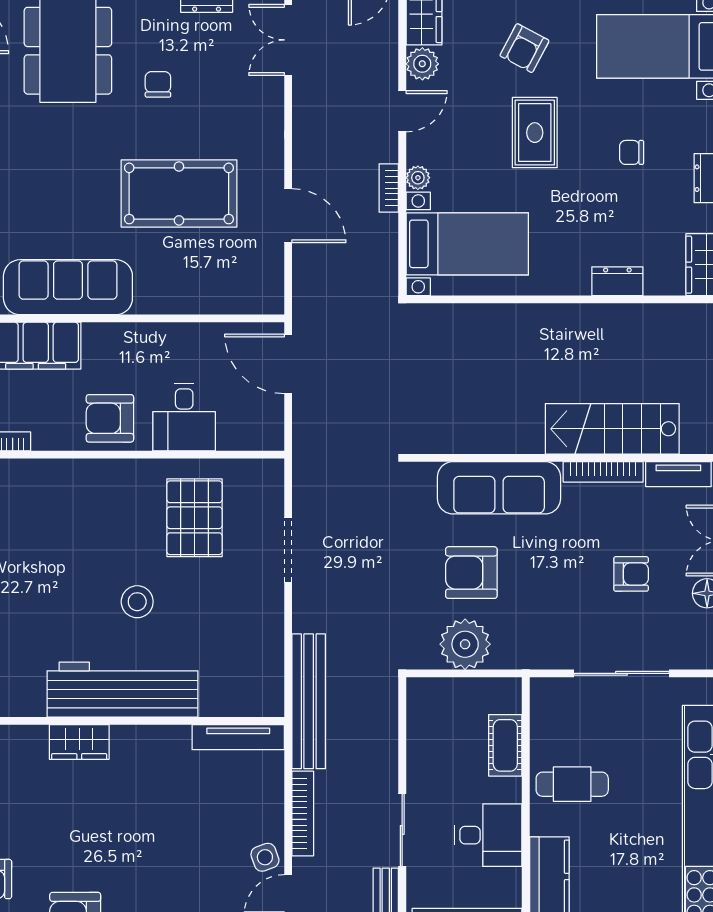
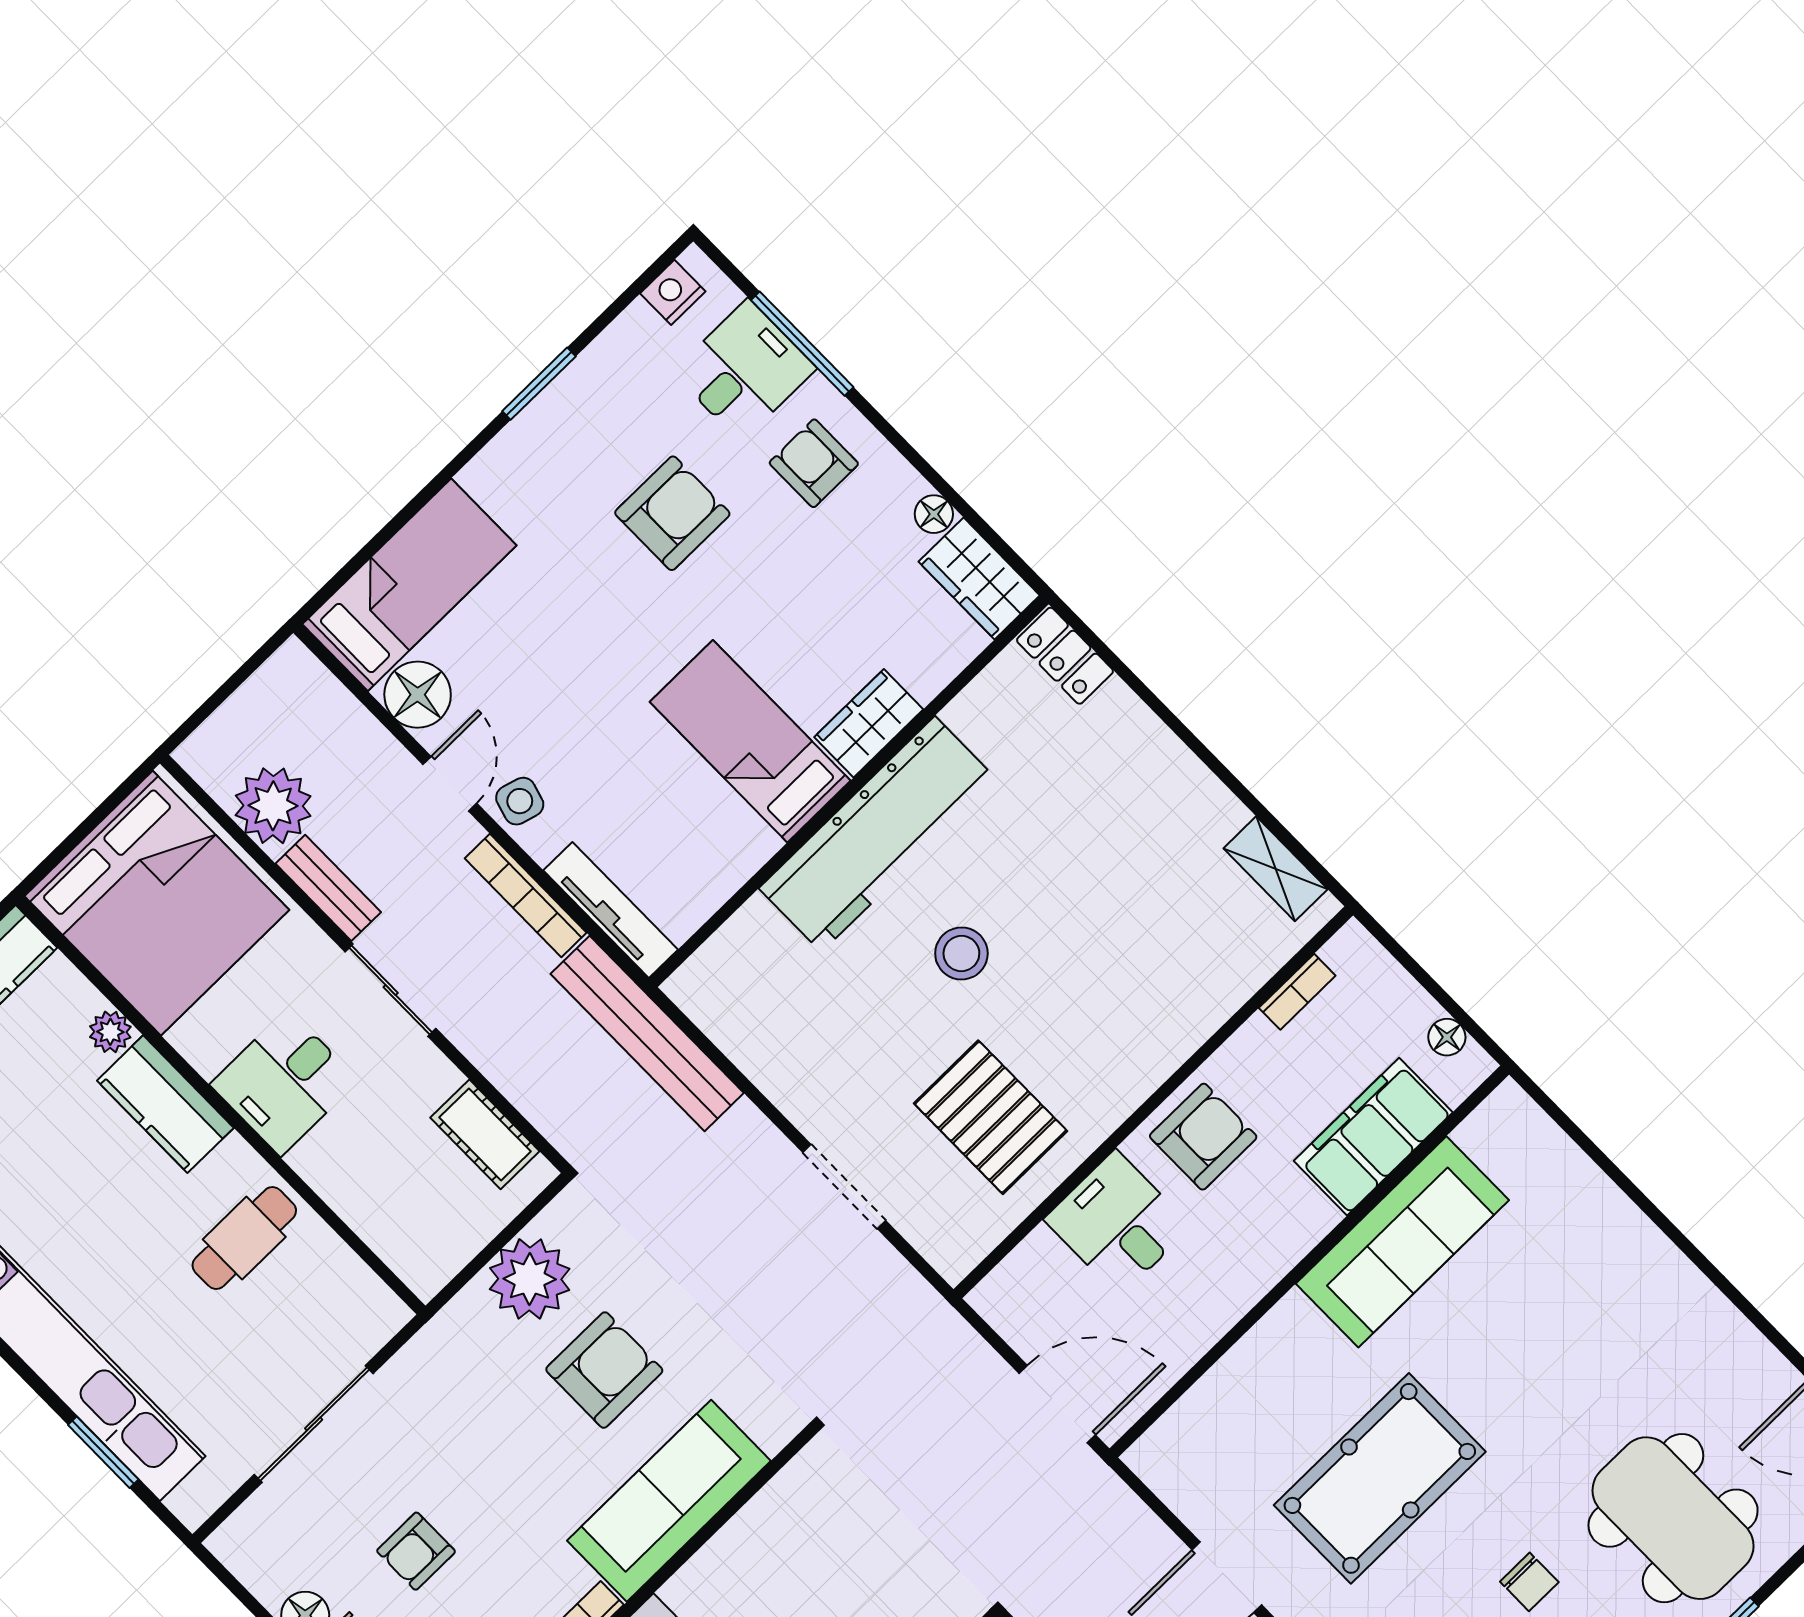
tv unit: (238, 737) -> (611, 910), moved, turned 90
cot: (505, 745) -> (485, 1134), moved
bed: (139, 785) -> (750, 741), added
side table: (265, 857) -> (520, 801), turned 36

